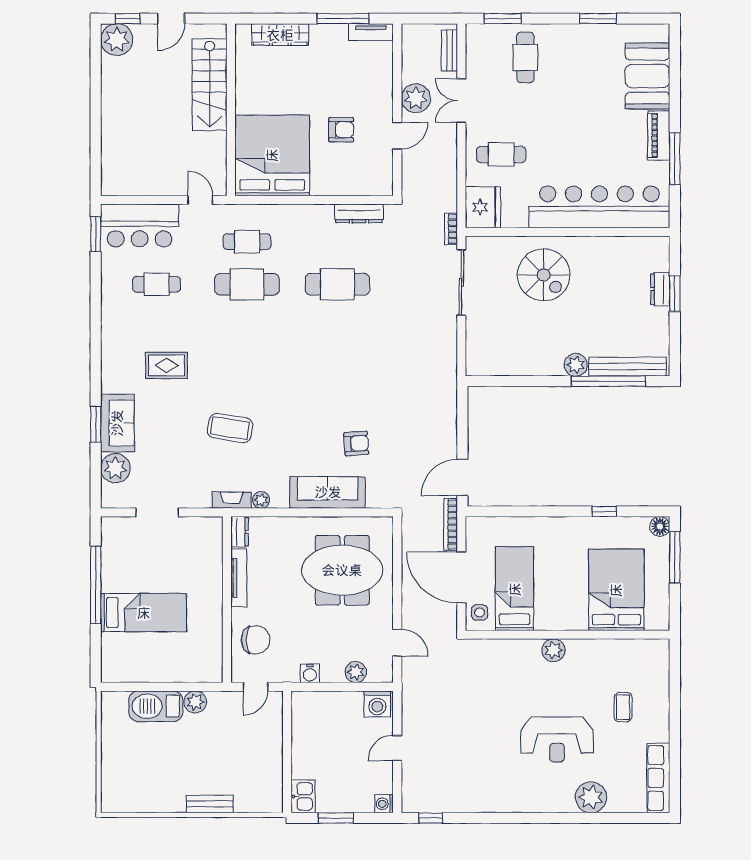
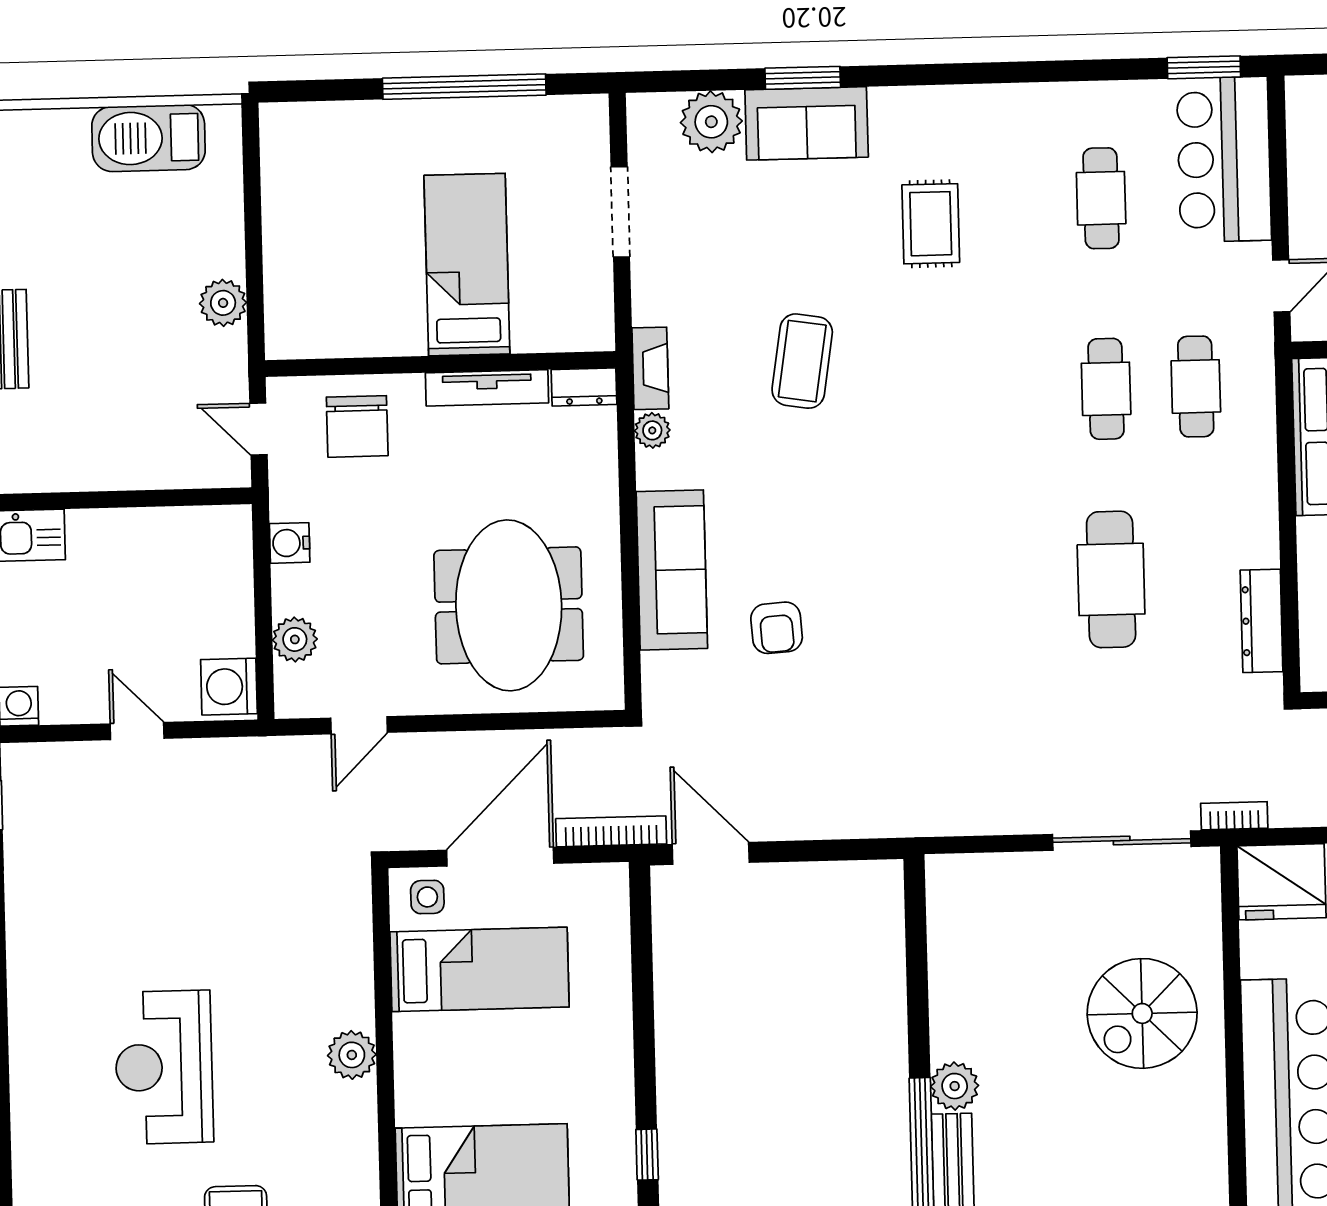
cafe table: (247, 284) -> (1106, 389), width x0.73, depth x0.74
bed: (144, 613) -> (467, 265), moved, turned 180
barbecue: (156, 706) -> (149, 138), moved, turned -90
plant: (591, 797) -> (44, 1142), removed

